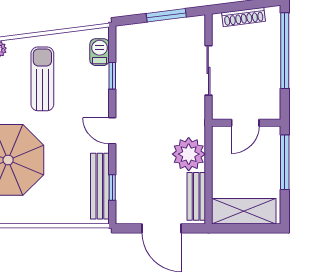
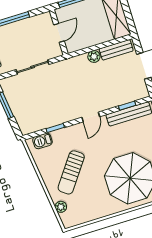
sun lounger: (42, 79) -> (71, 172), turned -54
door: (245, 123) -> (59, 33), hinge flipped
plant: (189, 154) -> (94, 57), width x0.53, depth x0.53

